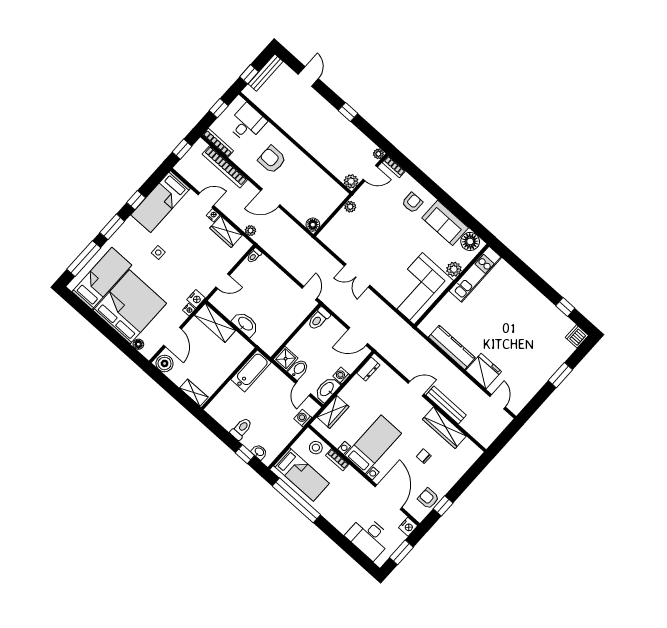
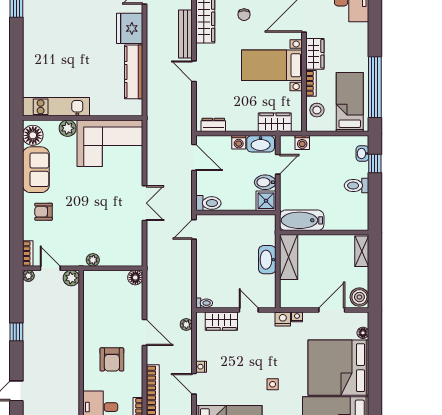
wardrobe: (226, 232) -> (221, 321), moved, turned 90
shelving: (215, 323) -> (289, 257), moved
wardrobe: (355, 480) -> (315, 54), added

